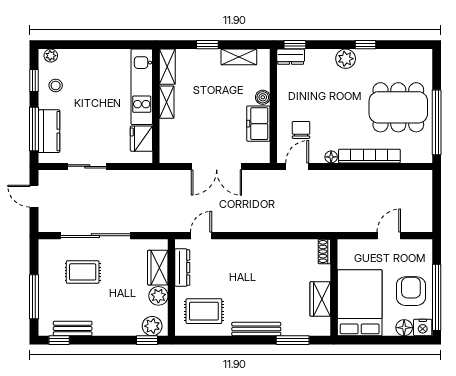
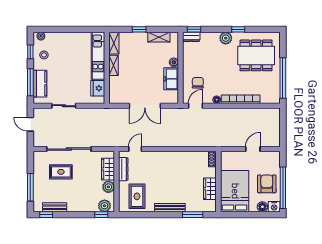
dining table: (398, 107) -> (256, 55), moved
rug: (204, 311) -> (137, 196), turned 90

